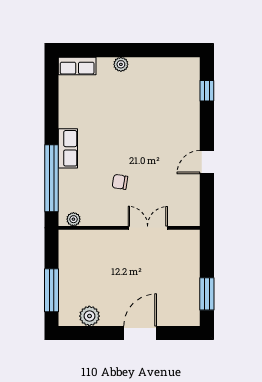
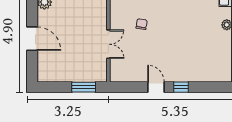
window: (207, 91) -> (181, 87), moved
window: (207, 294) -> (84, 87), moved

